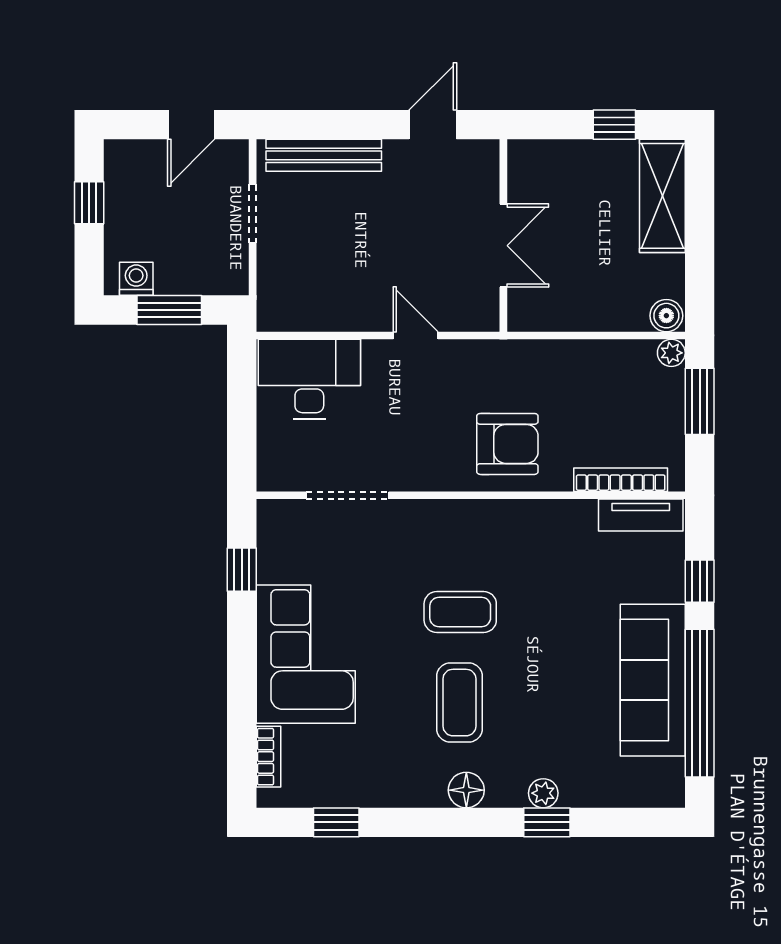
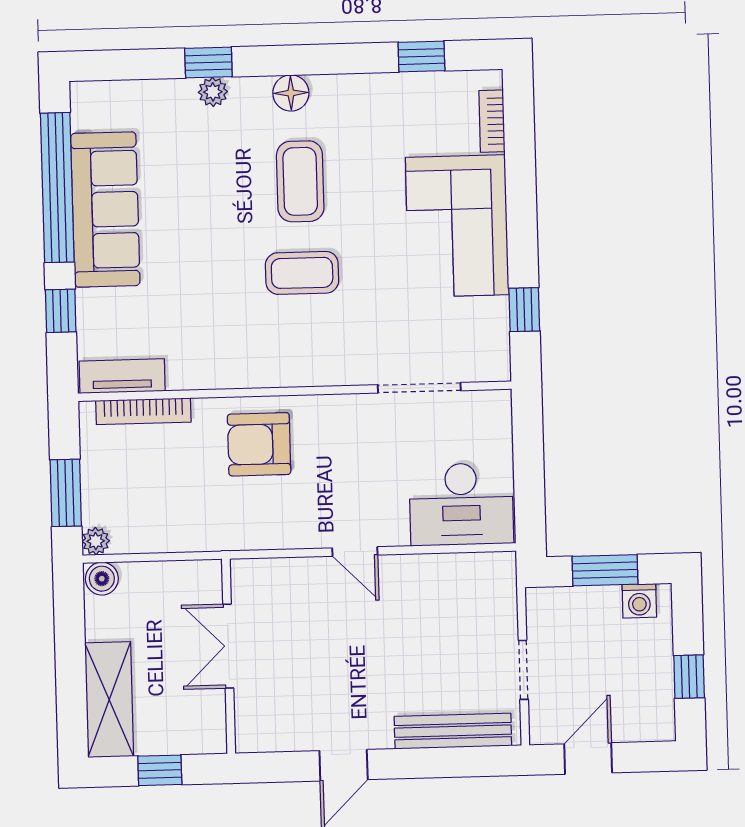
wall: (503, 236) -> (229, 656), moved
double door: (503, 246) -> (228, 646), moved

